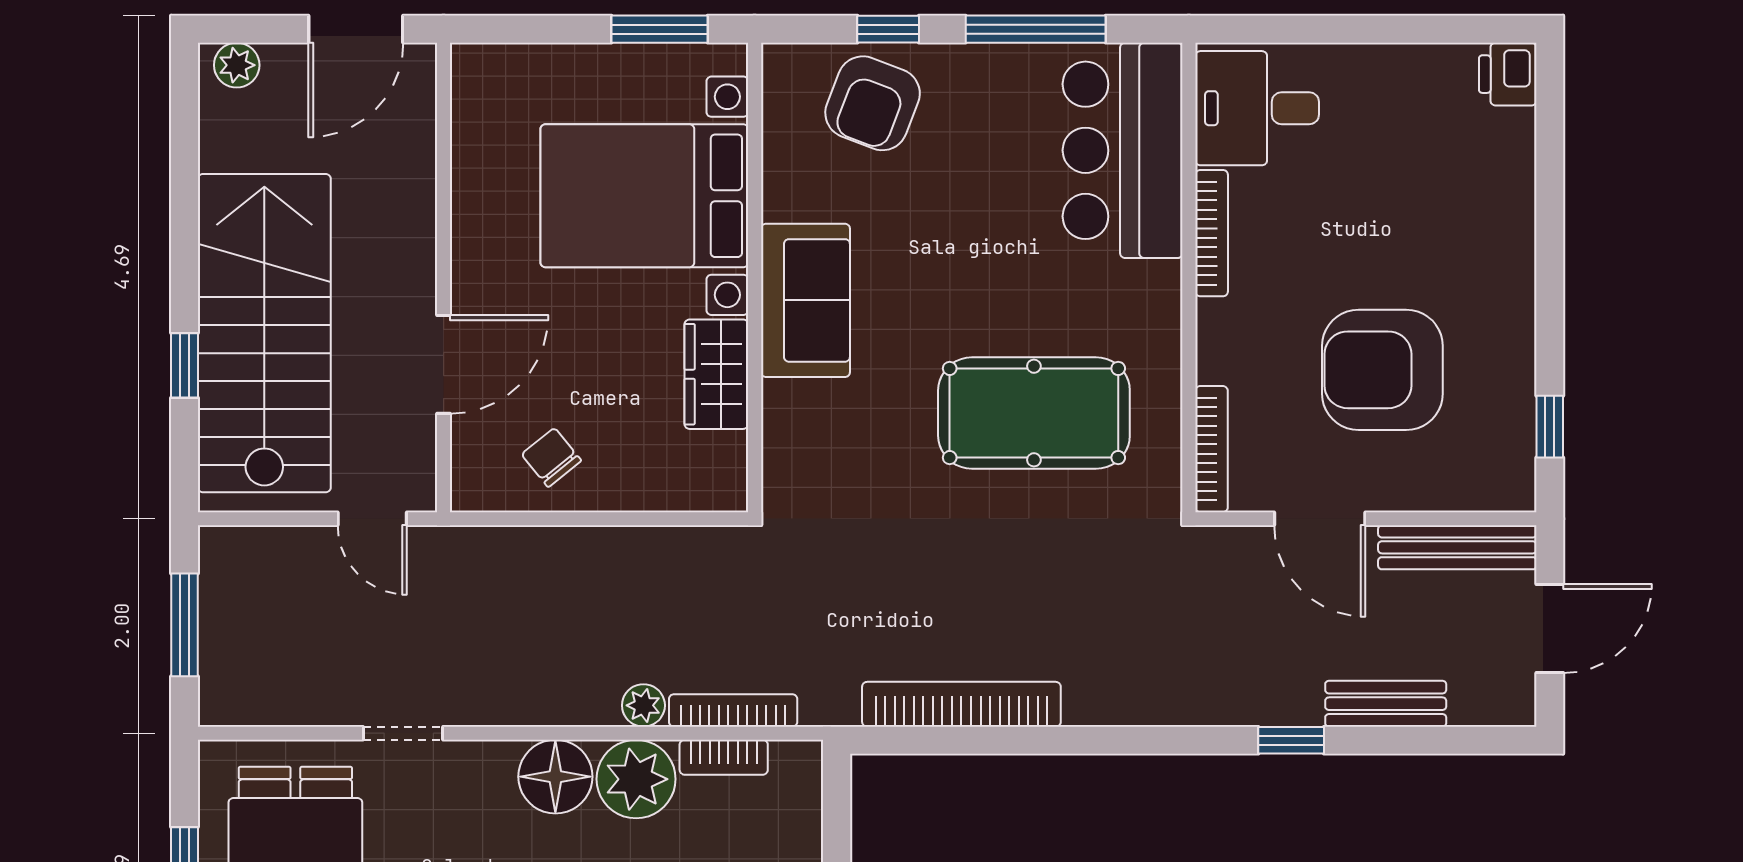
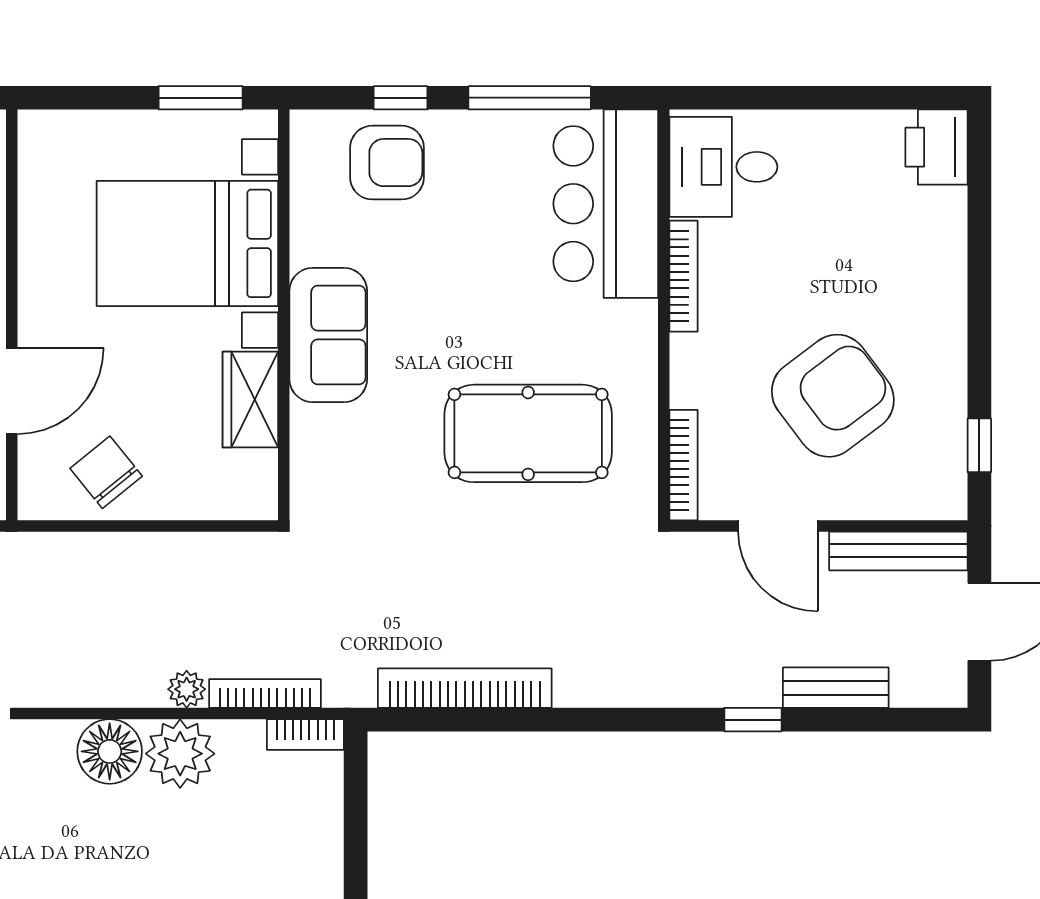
printer: (1508, 74) -> (936, 147), width x1.36, depth x1.24
armchair: (873, 103) -> (387, 163), turned -111
armchair: (1382, 370) -> (833, 396), turned 143
chair: (551, 457) -> (106, 472), width x1.37, depth x1.37
bookcase: (724, 757) -> (305, 734), moved

